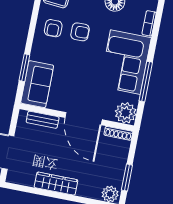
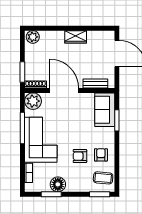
window: (127, 178) -> (22, 72), moved
wardrobe: (56, 184) -> (76, 37), width x0.67

